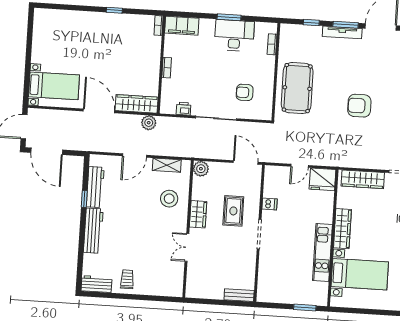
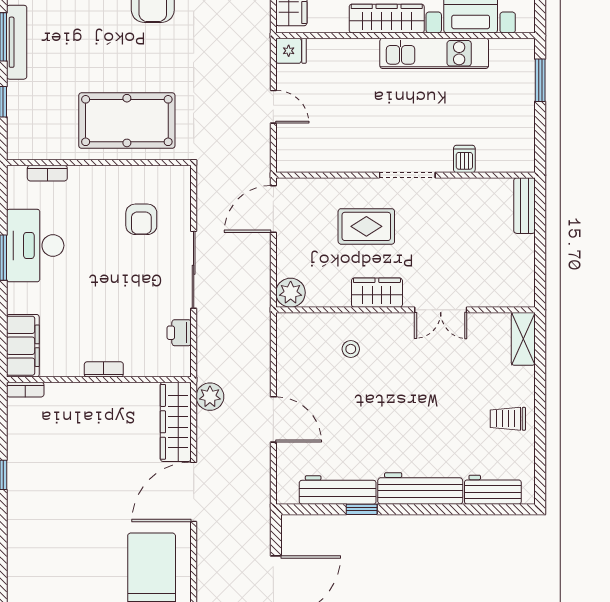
shelving: (167, 165) -> (523, 339), moved
fridge: (323, 179) -> (291, 51), width x0.53, depth x0.75
stool: (169, 199) -> (351, 349), width x0.53, depth x0.53
dishwasher: (270, 204) -> (464, 159), moved
workbench: (96, 284) -> (493, 490), moved, turned 90

